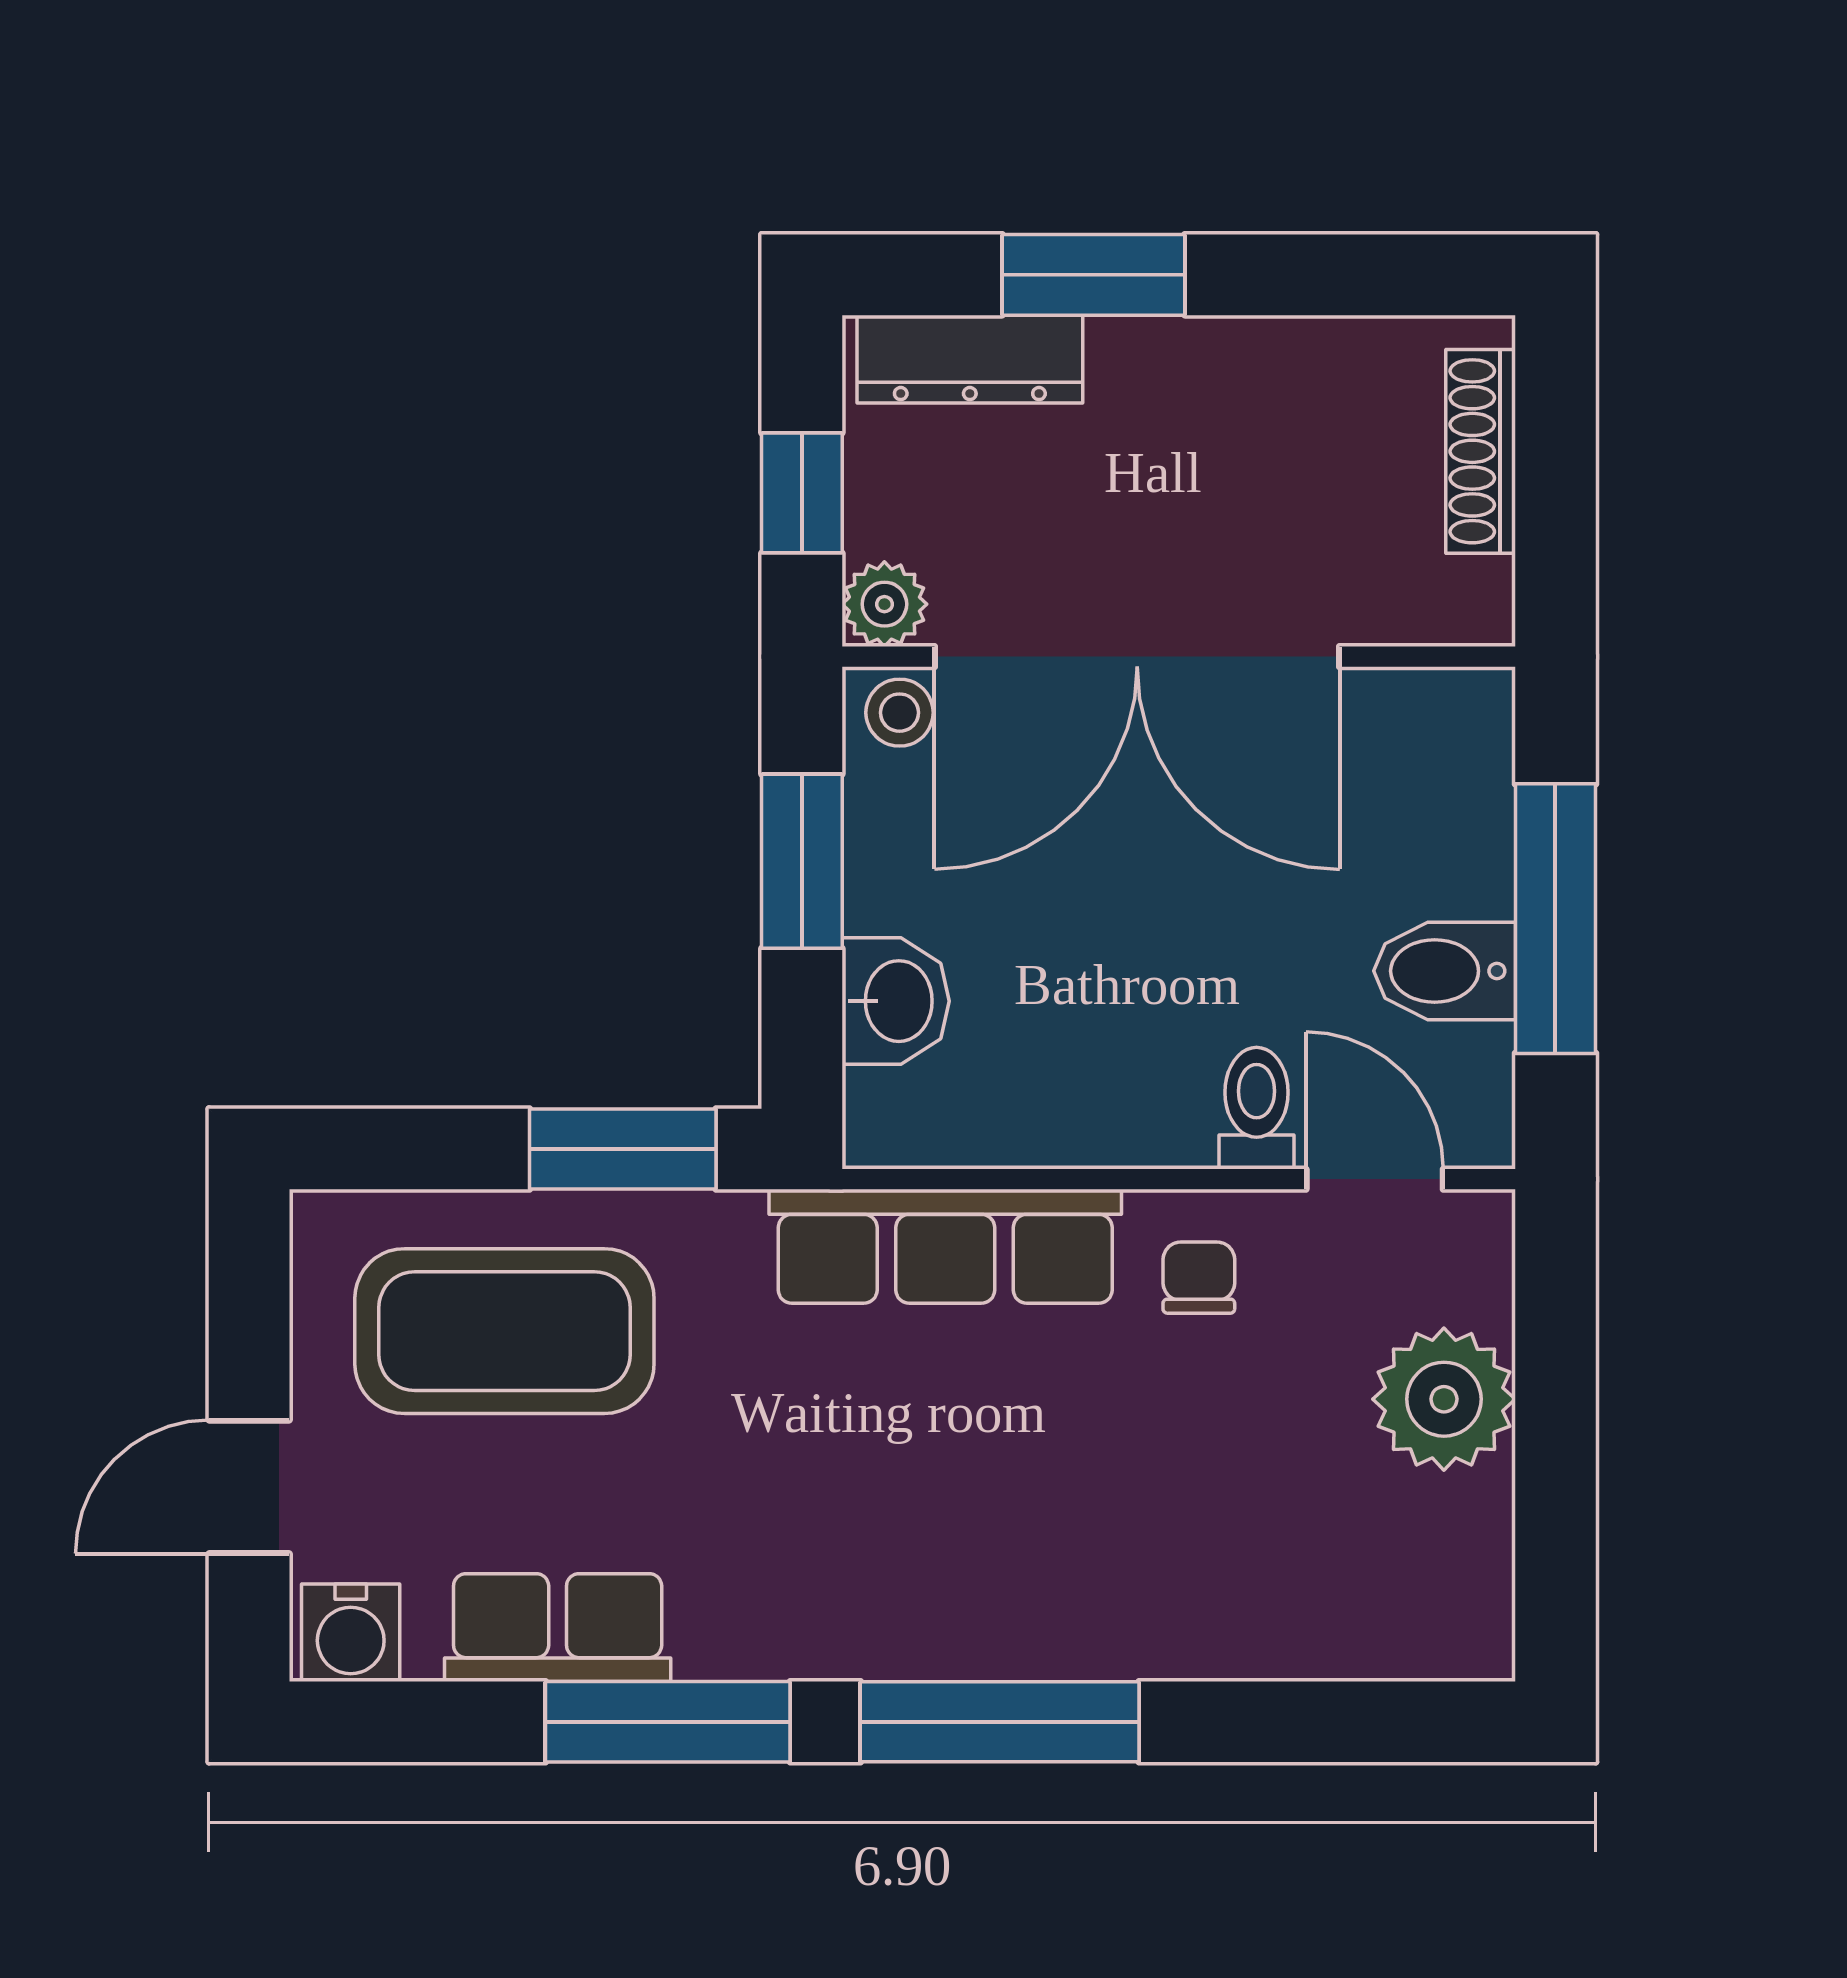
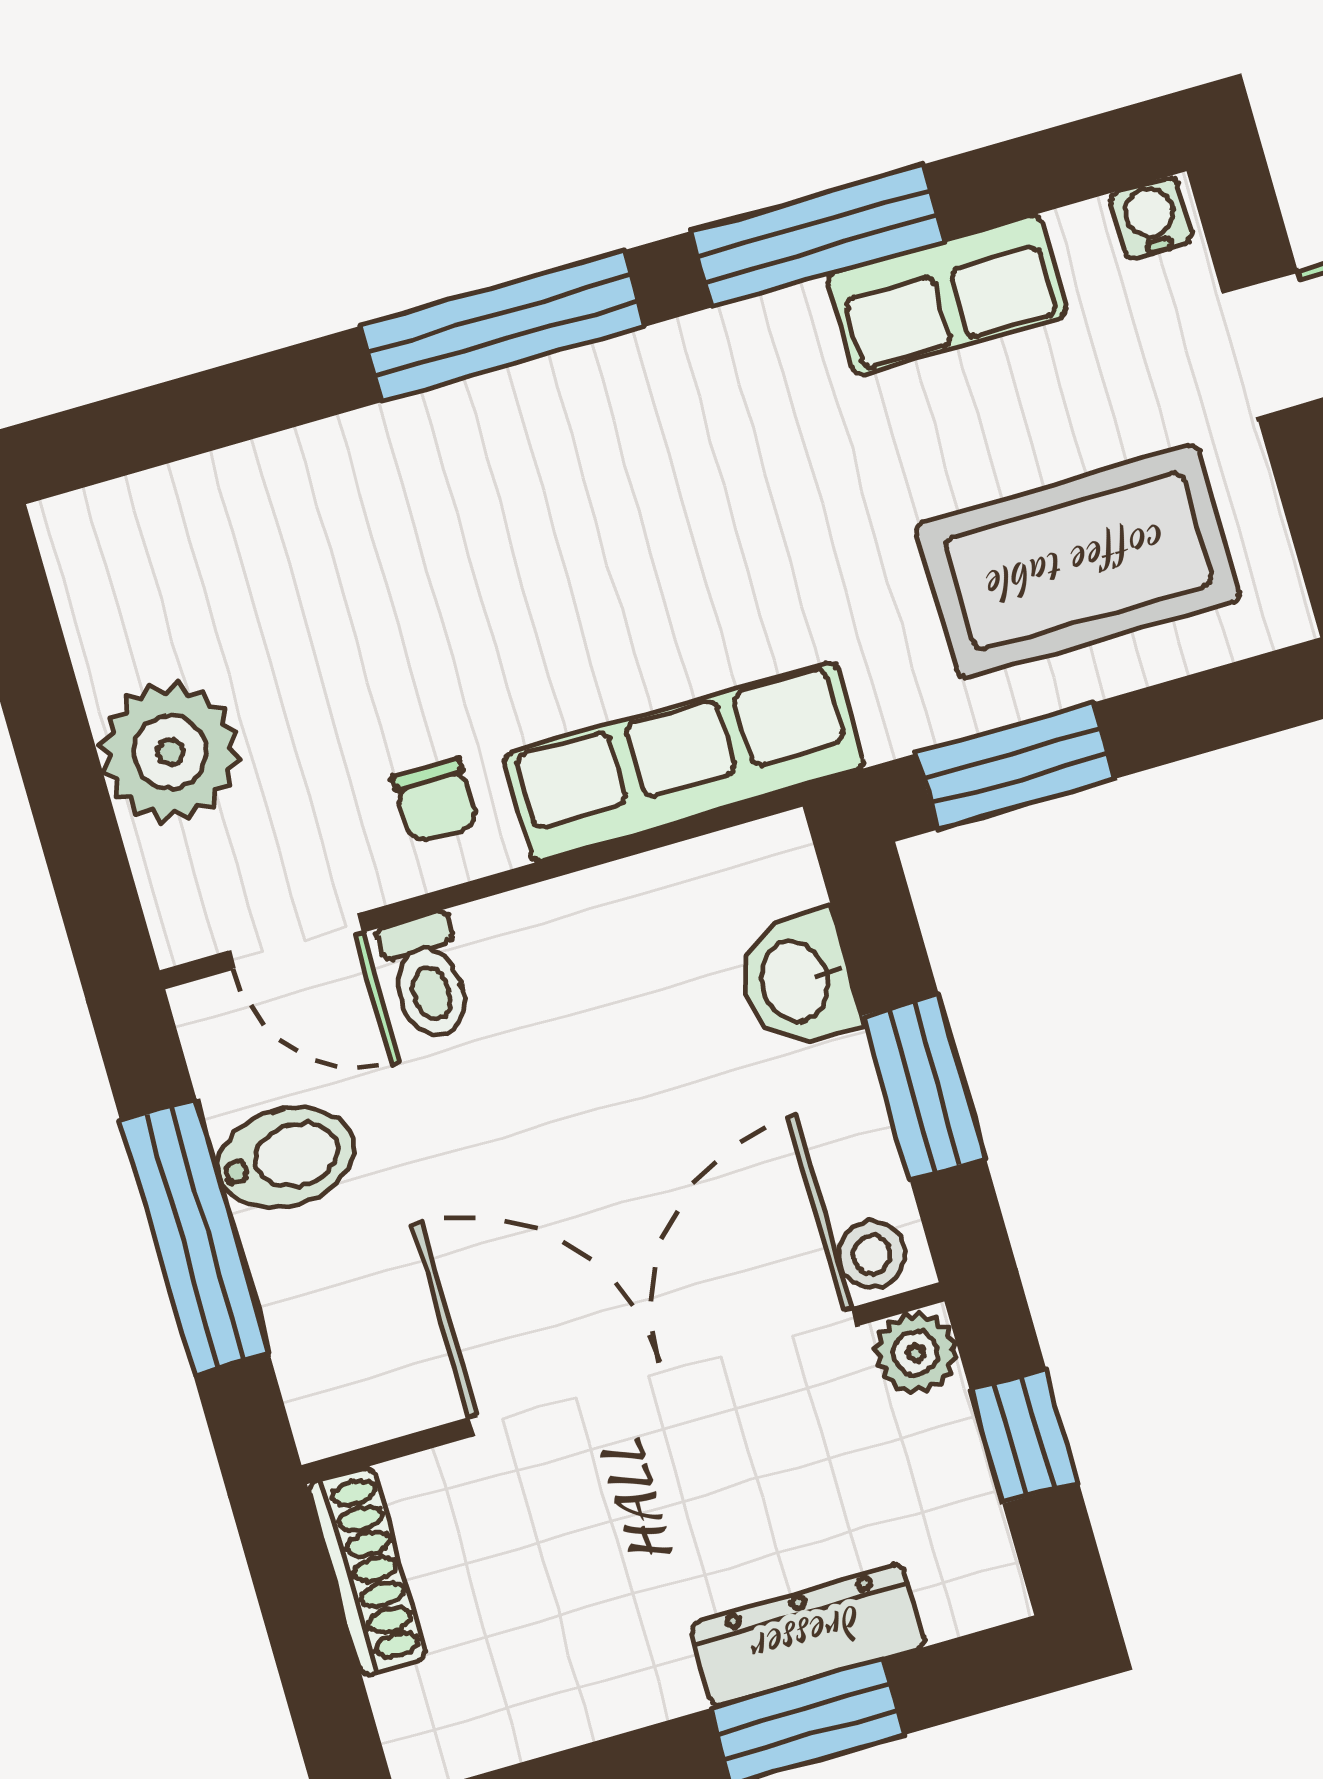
dresser: (970, 359) -> (808, 1635), moved
shoe rack: (1481, 451) -> (367, 1571), moved
water cooler: (351, 1633) -> (1151, 218), width x0.72, depth x0.72

